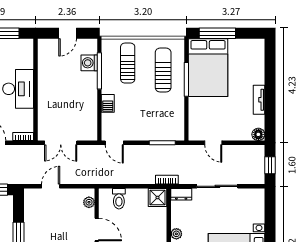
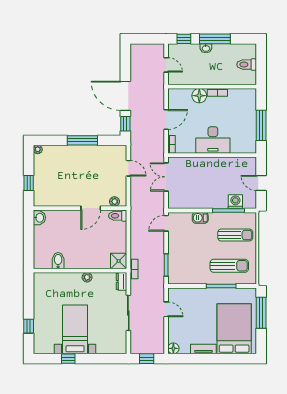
bed: (208, 68) -> (234, 329), moved, turned 90
door: (213, 143) -> (166, 309), swing flipped
toilet: (119, 199) -> (118, 216), moved

